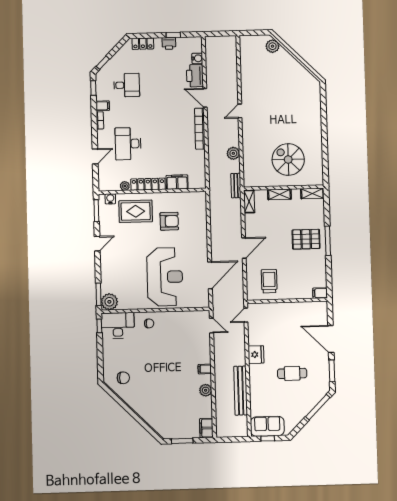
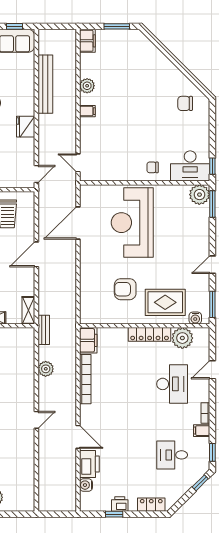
bookcase: (200, 129) -> (85, 379), moved
filing cabinet: (177, 182) -> (88, 340), moved, turned -90
plant: (125, 186) -> (182, 338), width x1.88, depth x1.88

